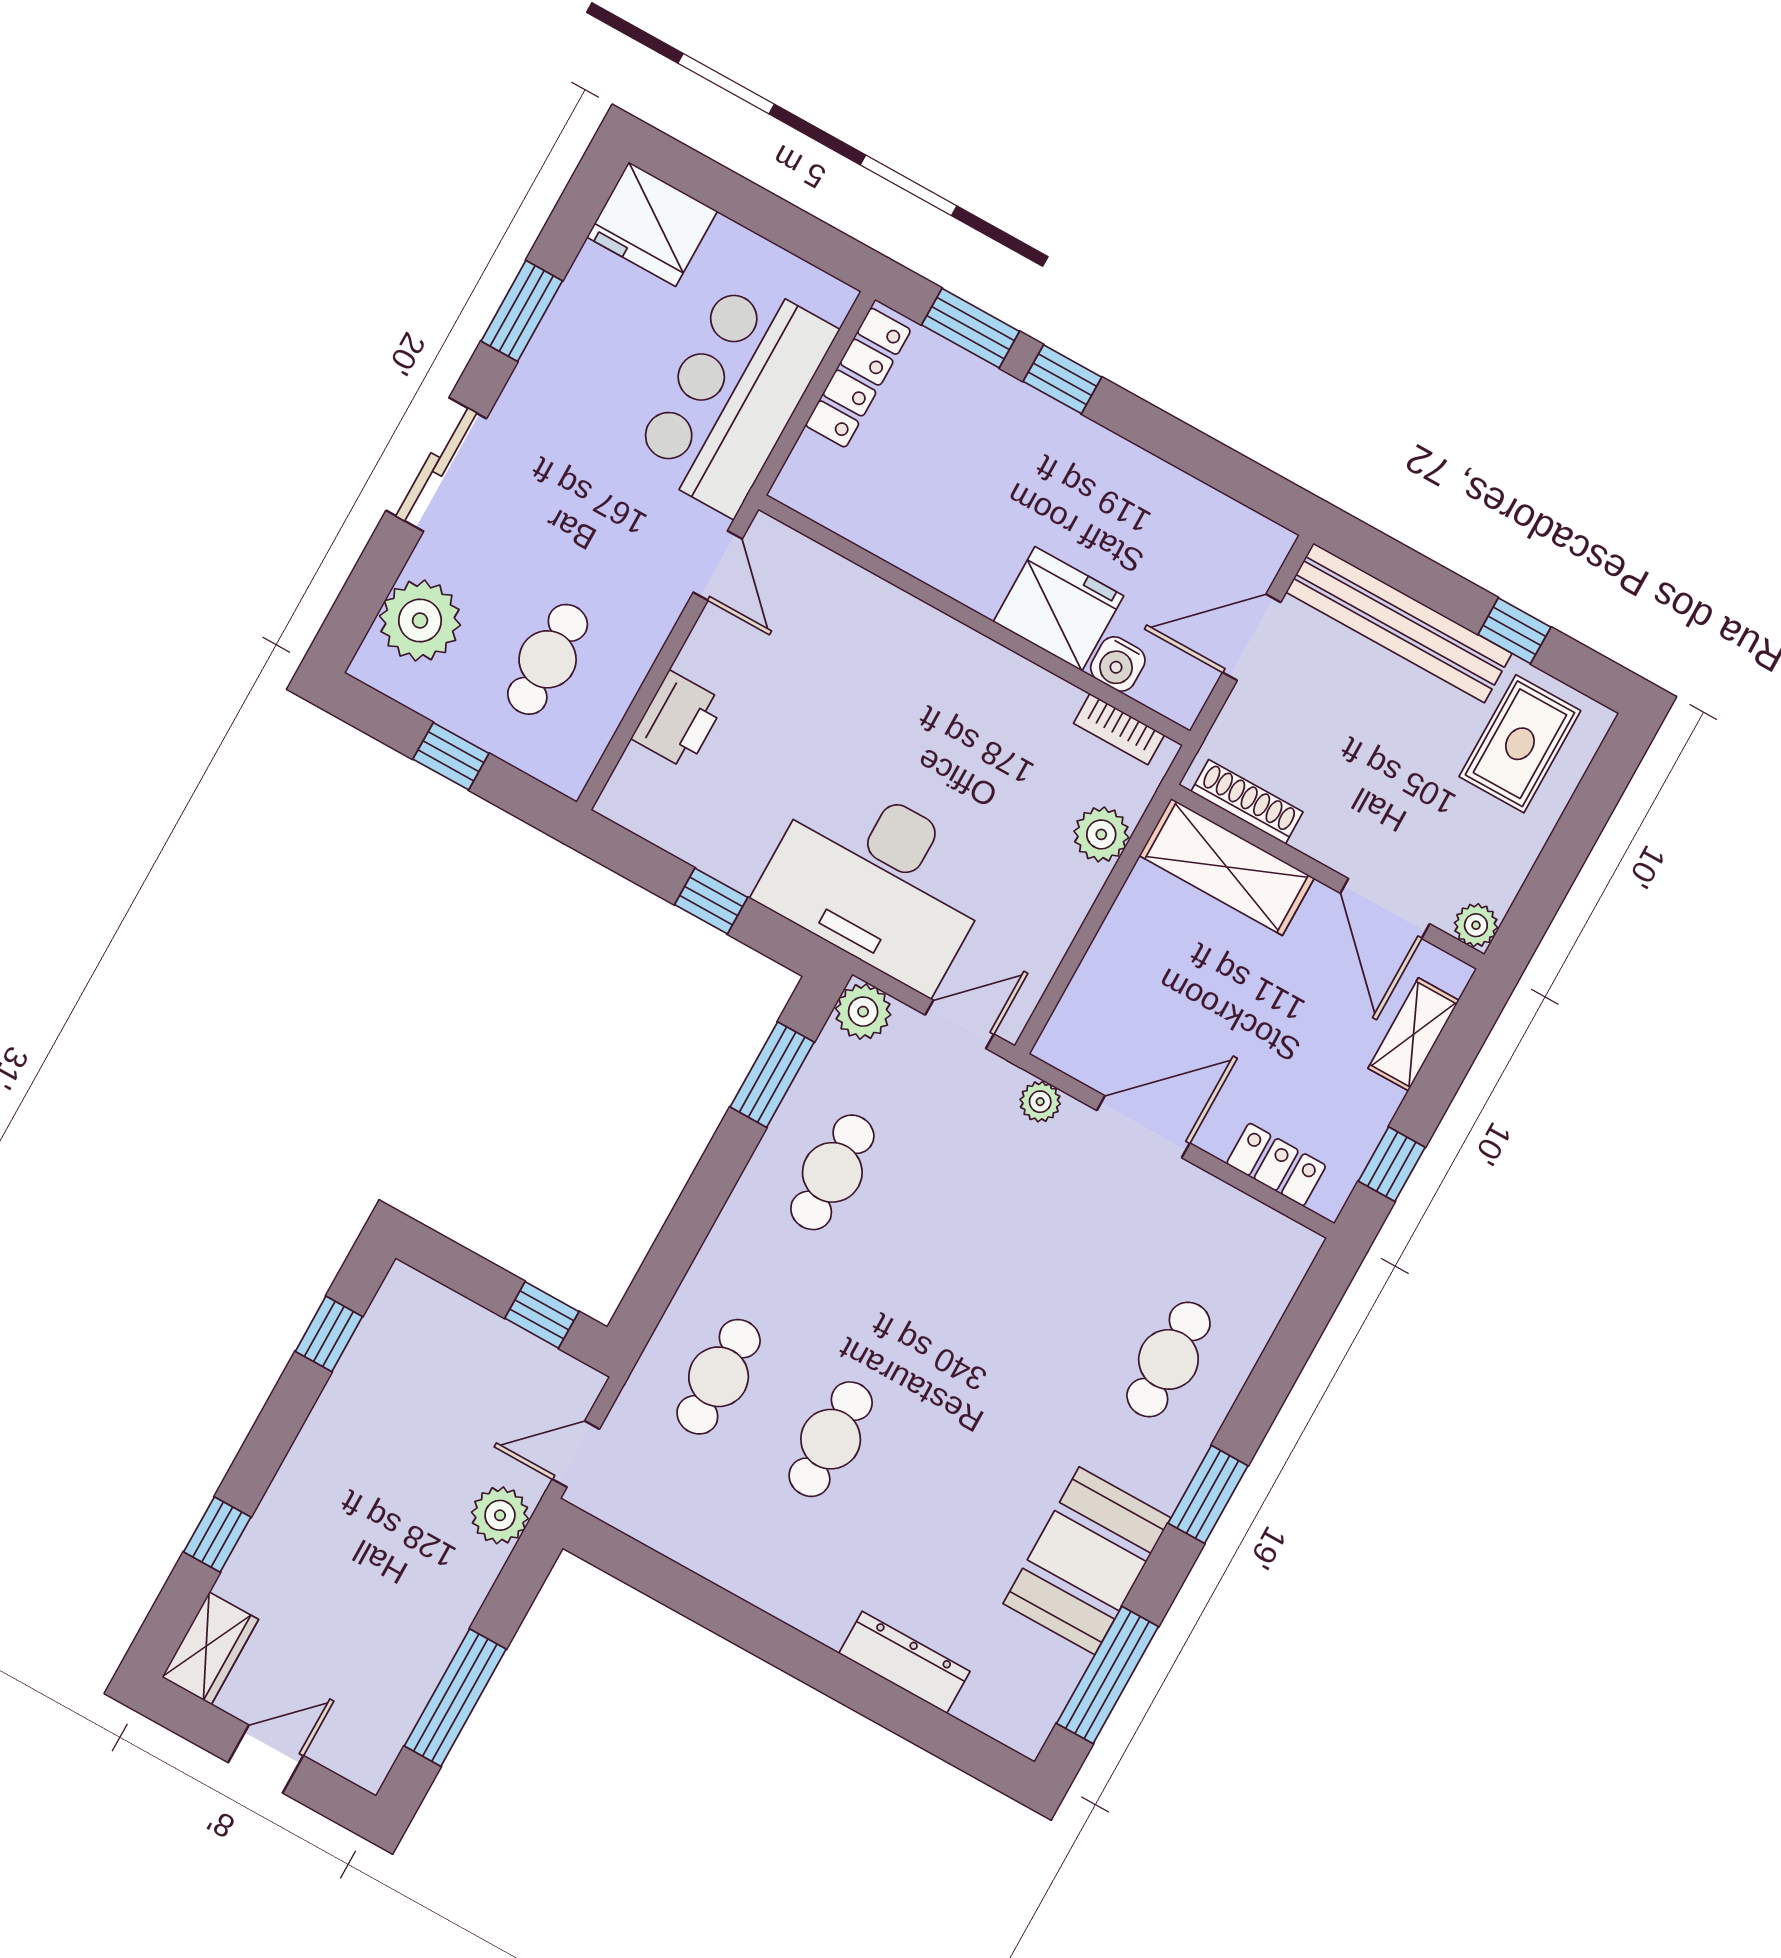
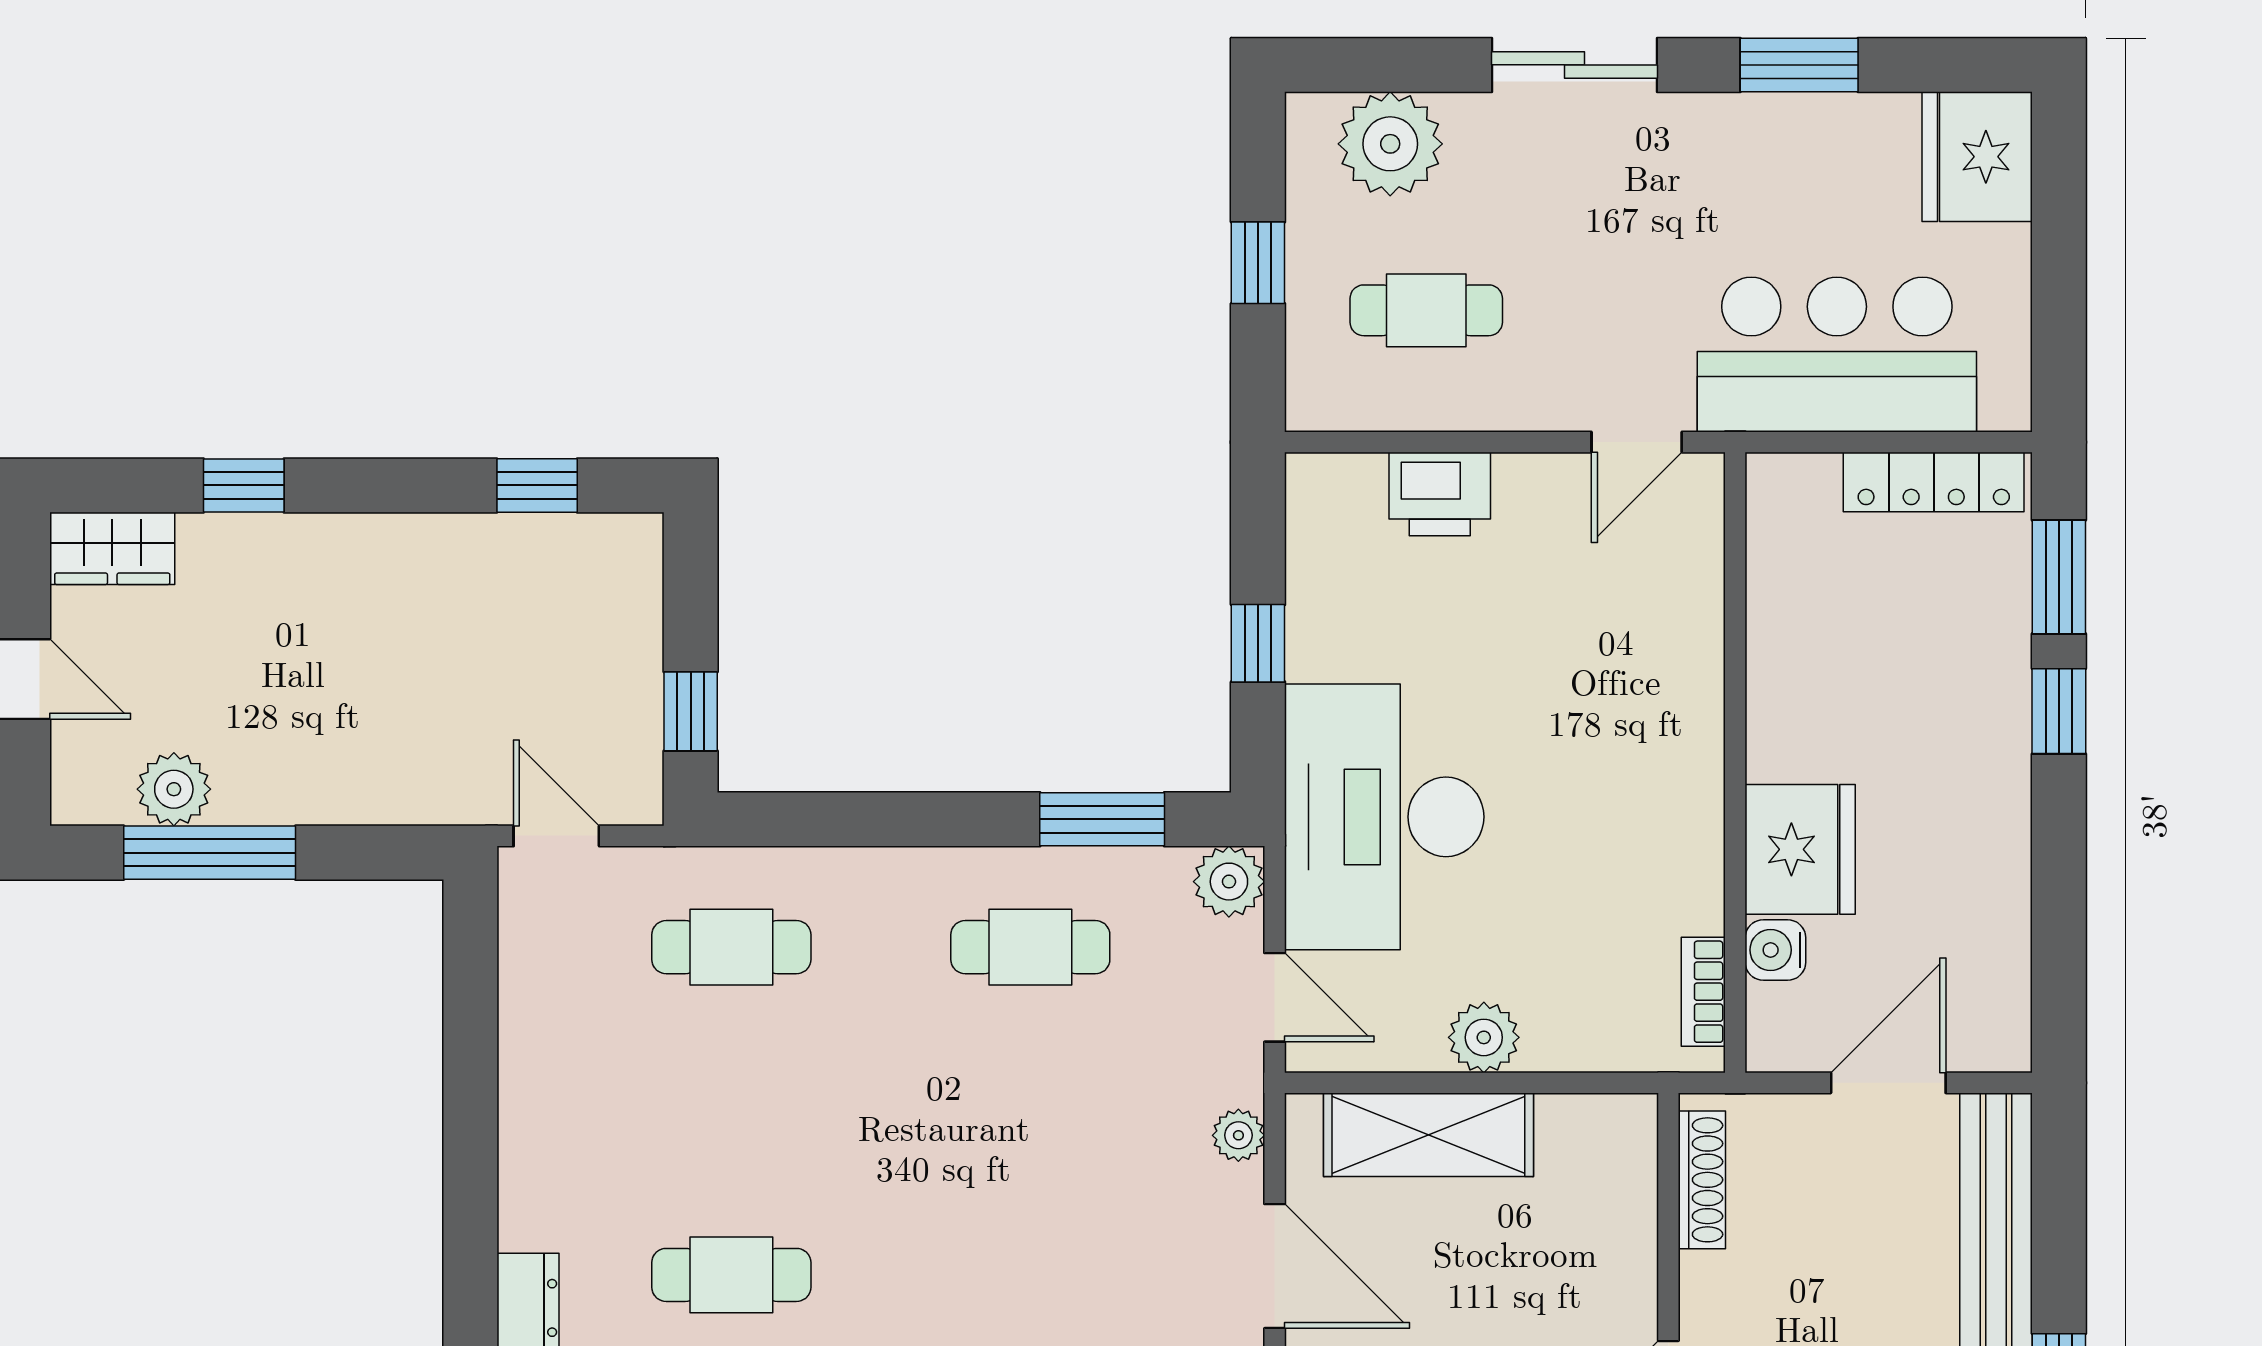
door: (1252, 637) -> (1888, 1083), hinge flipped
plant: (1101, 834) -> (1484, 1037), moved
shelving: (1227, 867) -> (1428, 1135), moved, turned 90
cafe table: (831, 1439) -> (731, 1275), moved
plant: (500, 1515) -> (174, 789), moved

